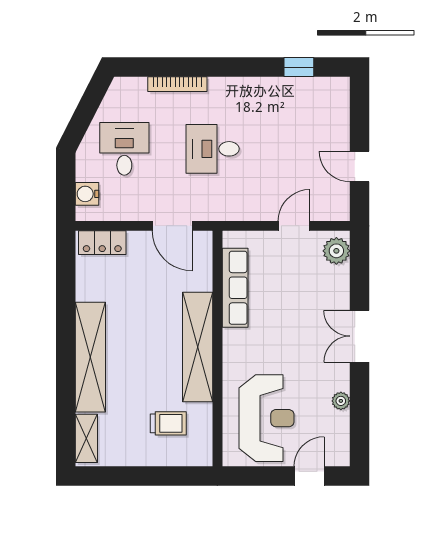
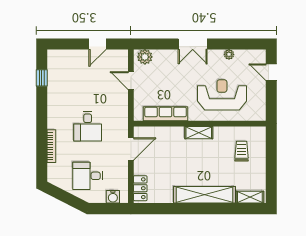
shelving: (198, 347) -> (199, 133), width x0.45, depth x0.75
reception desk: (266, 418) -> (222, 95), moved

